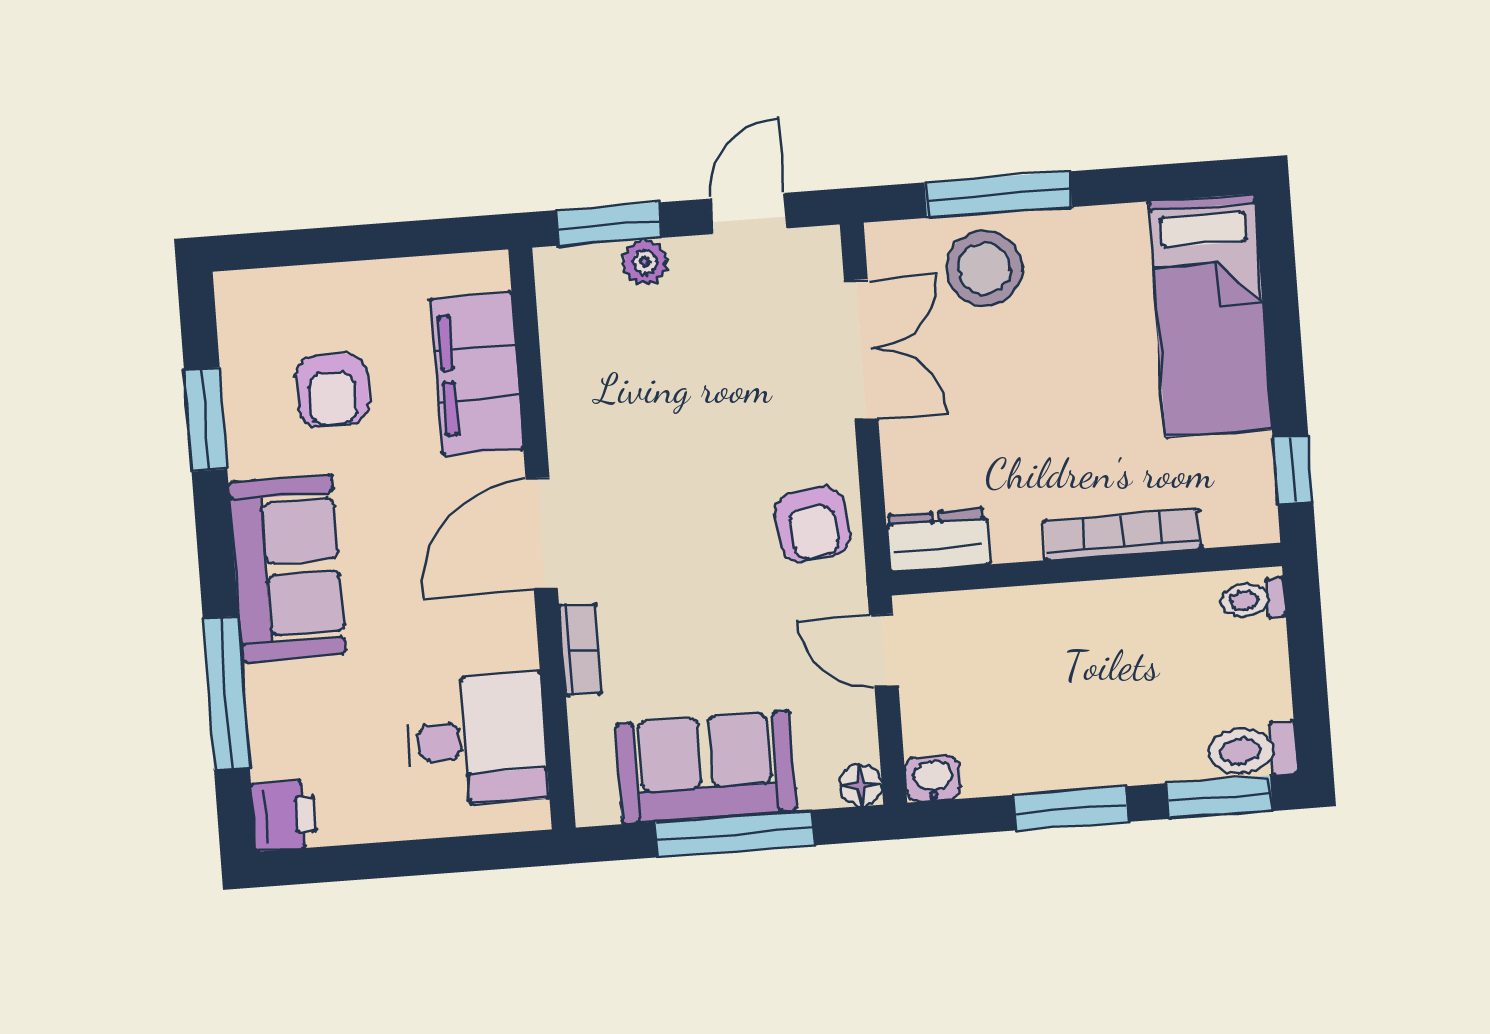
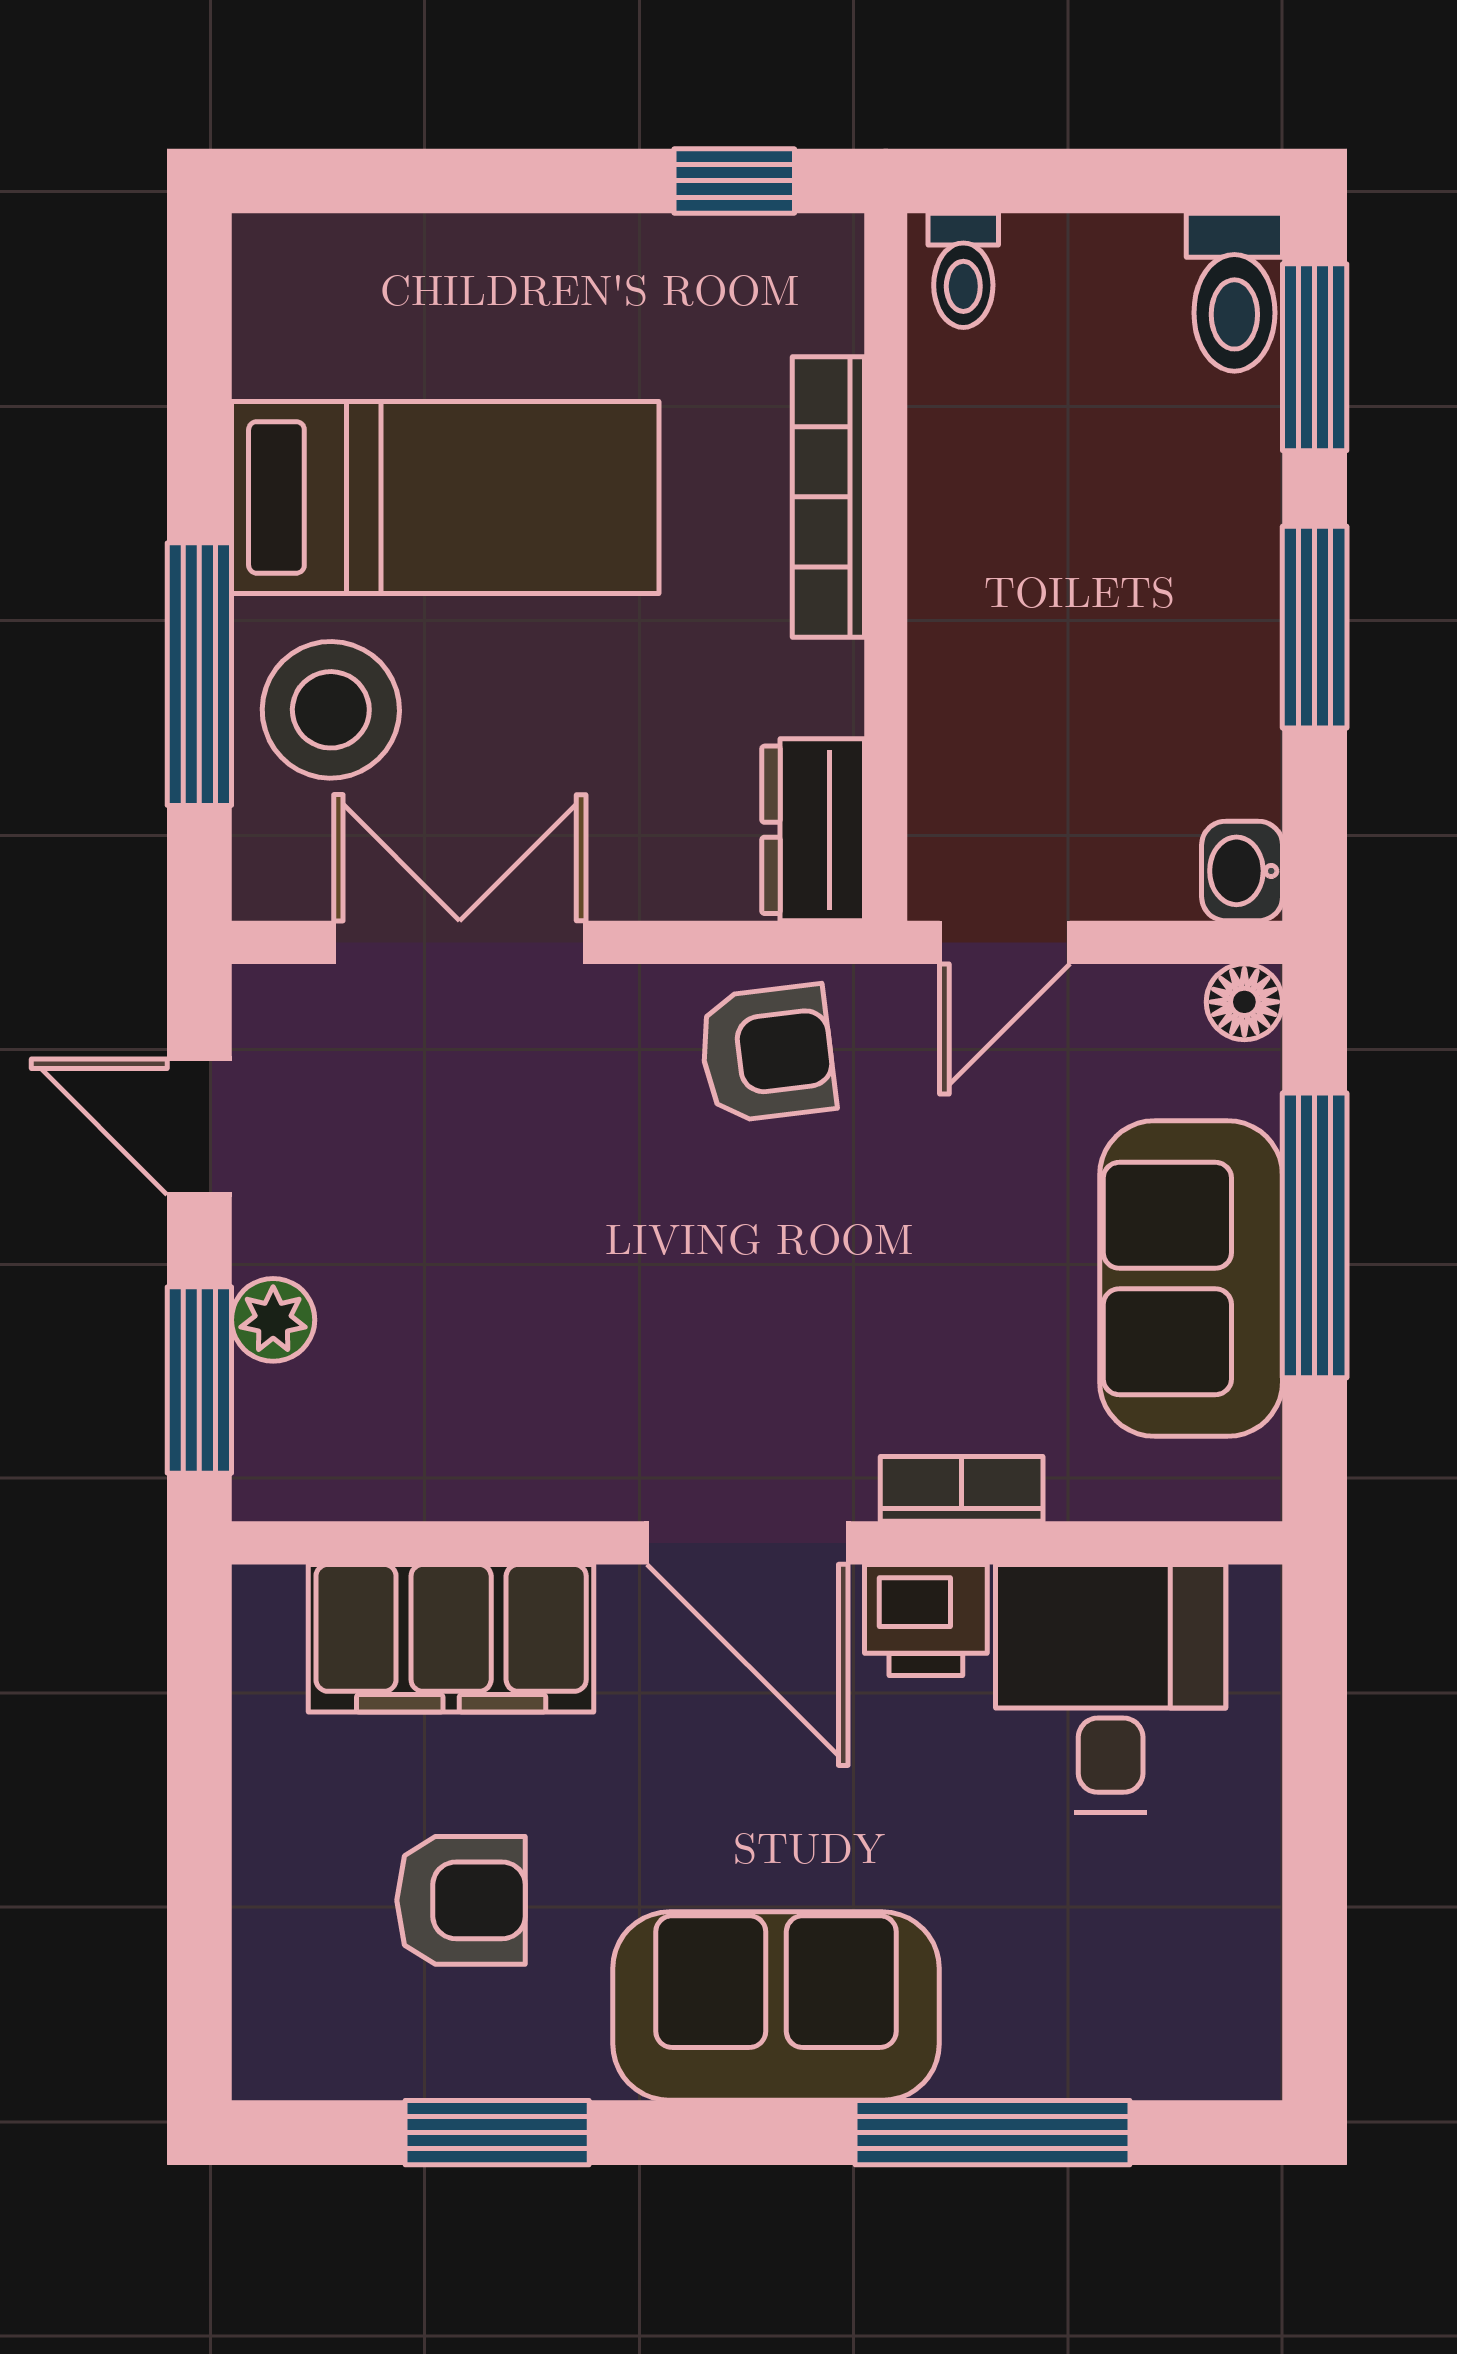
bed: (1210, 315) -> (445, 497), moved
printer: (284, 816) -> (926, 1620), moved, turned 180

